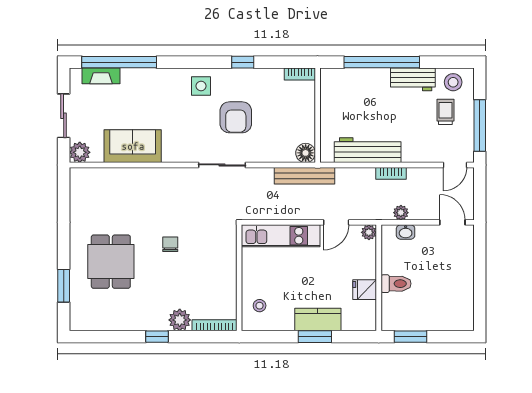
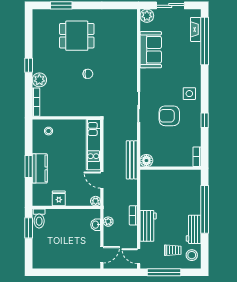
workbench: (368, 150) -> (148, 226), moved, width x0.73
toilet: (396, 284) -> (39, 219), moved

